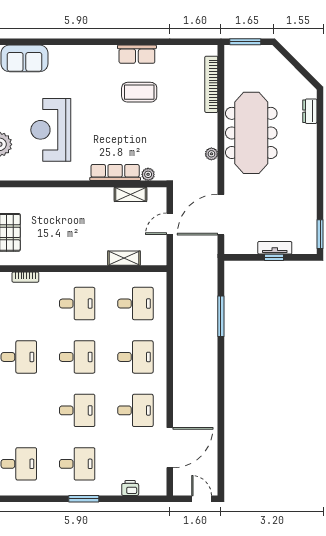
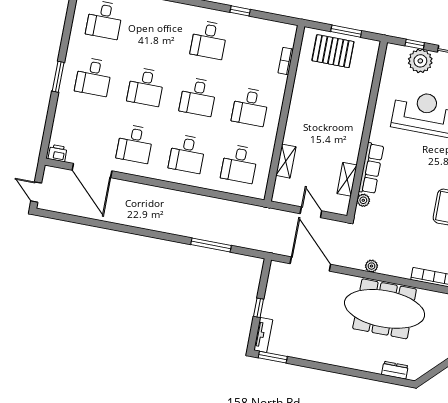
tv unit: (275, 248) -> (263, 335), moved
printer: (130, 488) -> (58, 153), moved, turned -90
door: (202, 499) -> (36, 192), swing flipped

